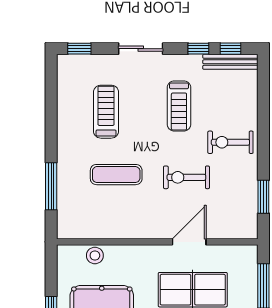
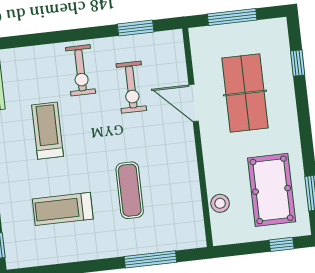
treadmill: (179, 106) -> (48, 131), turned -90
exercise bike: (186, 177) -> (131, 87), moved

